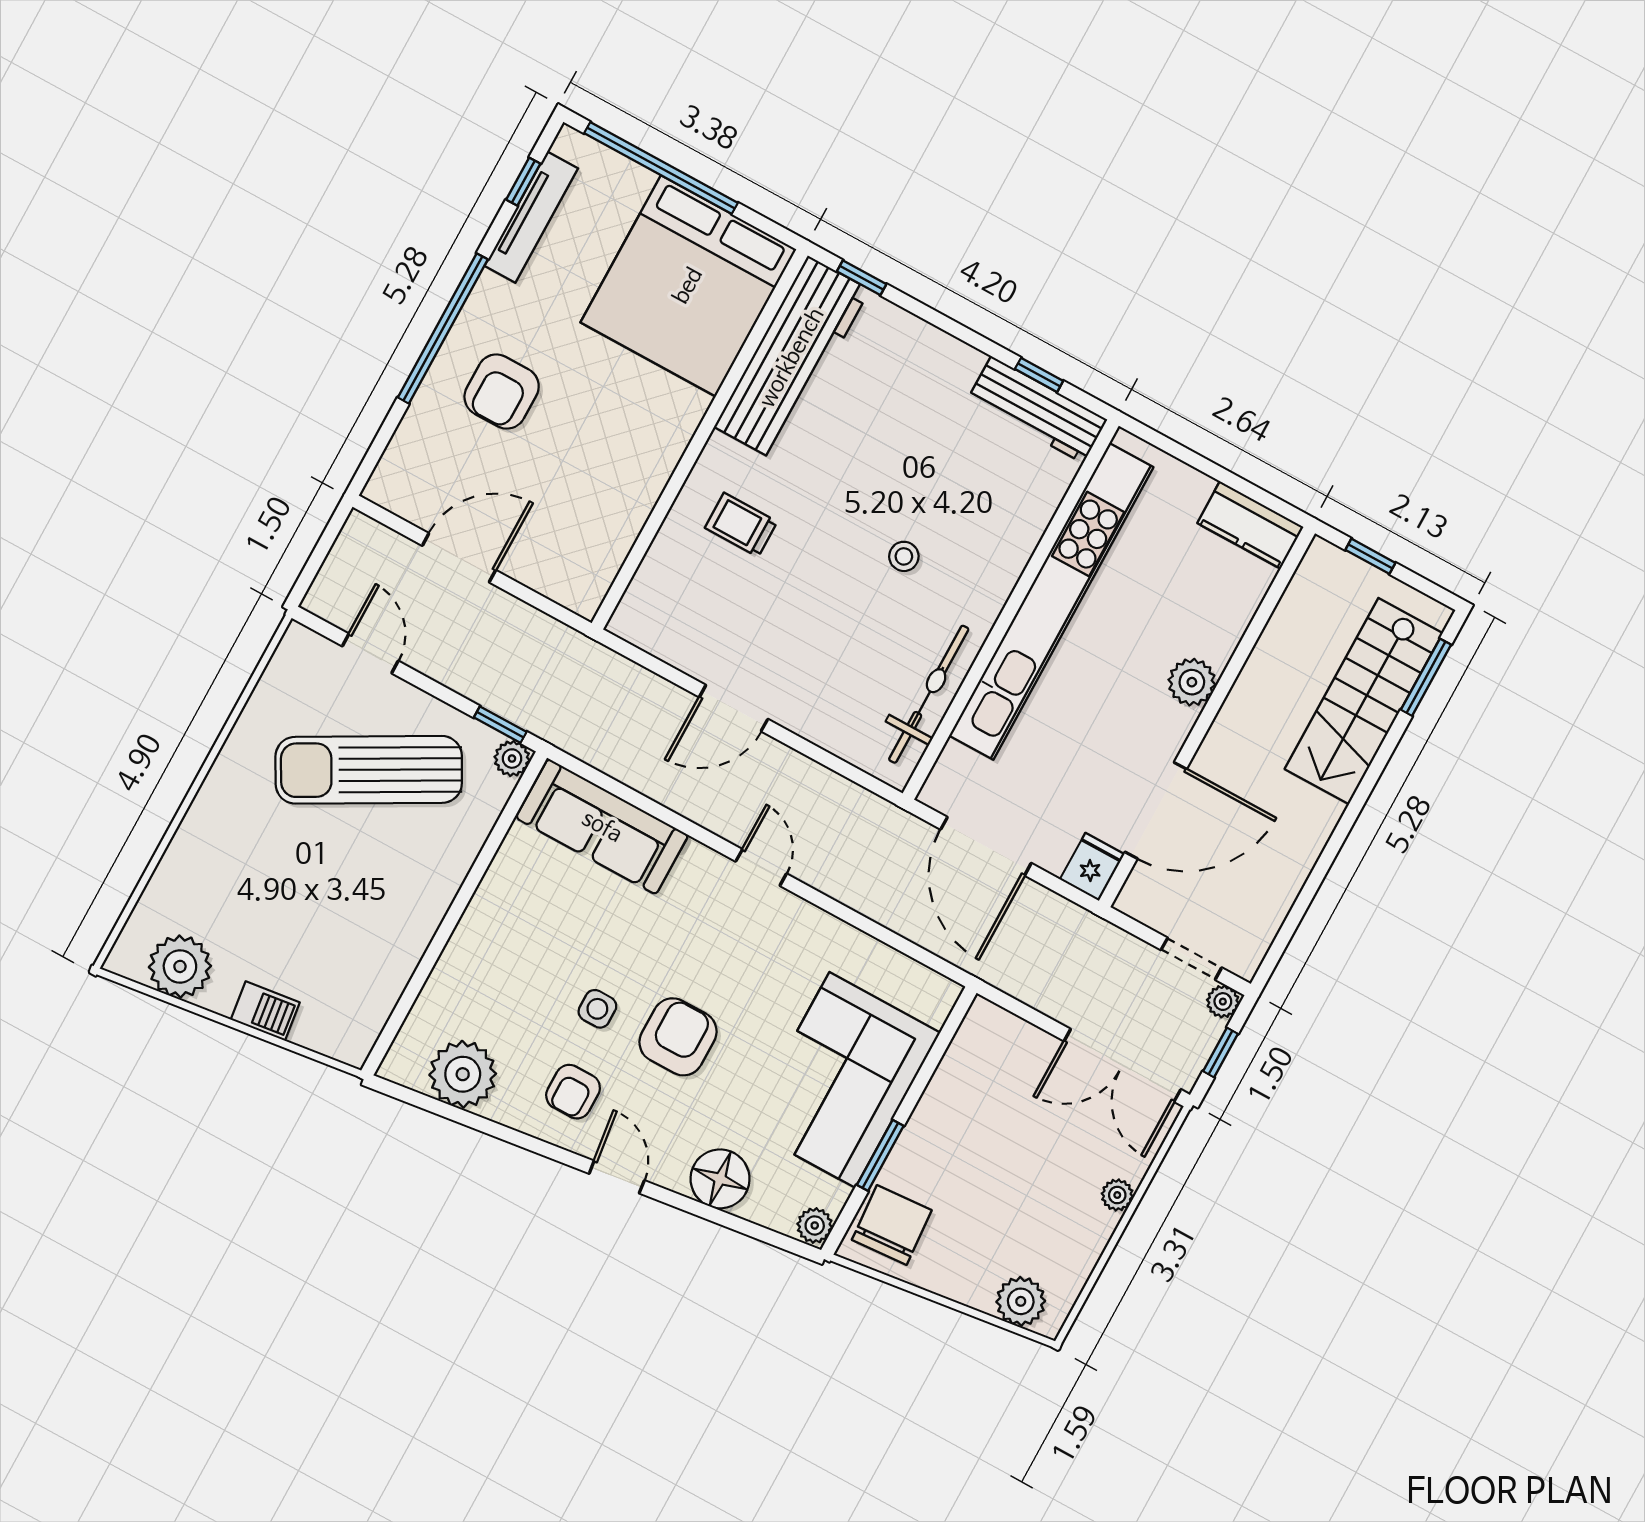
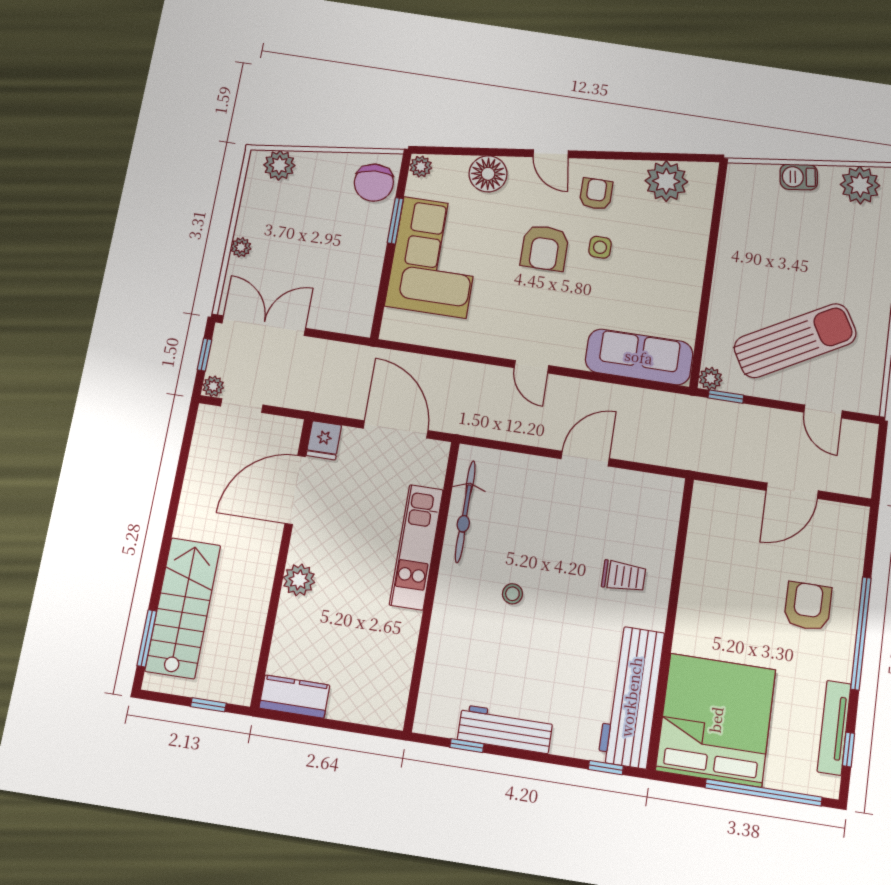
workbench: (1037, 410) -> (505, 729), moved
kitchen unit: (1051, 601) -> (416, 547), width x0.54

